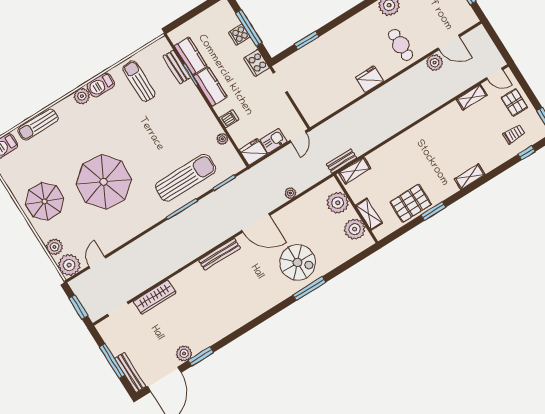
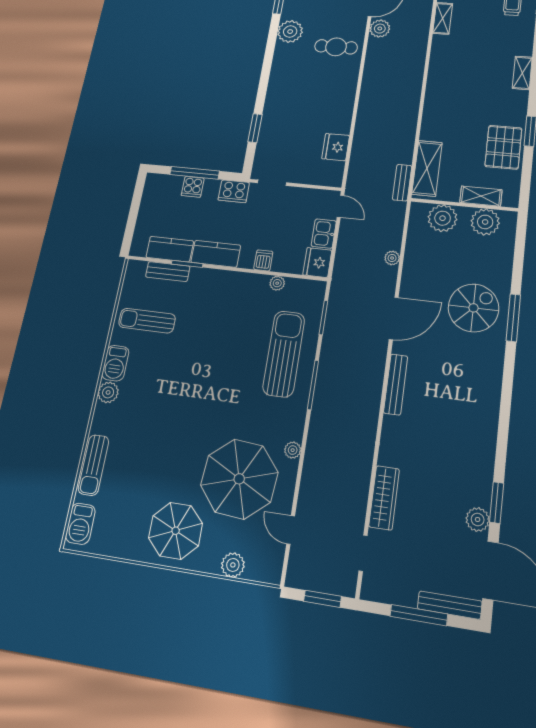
fridge: (369, 79) -> (336, 147), moved
shelving: (355, 171) -> (427, 168), width x1.50, depth x1.33
parasol: (104, 182) -> (239, 479), moved
plant: (69, 265) -> (293, 450), moved, width x0.53, depth x0.53

